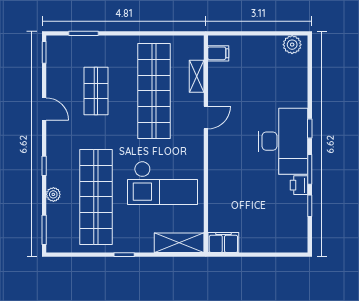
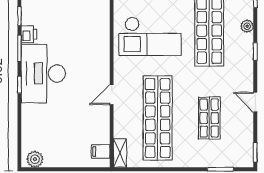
shelving: (197, 76) -> (120, 153), moved
checkout: (163, 183) -> (150, 36), turned 180

